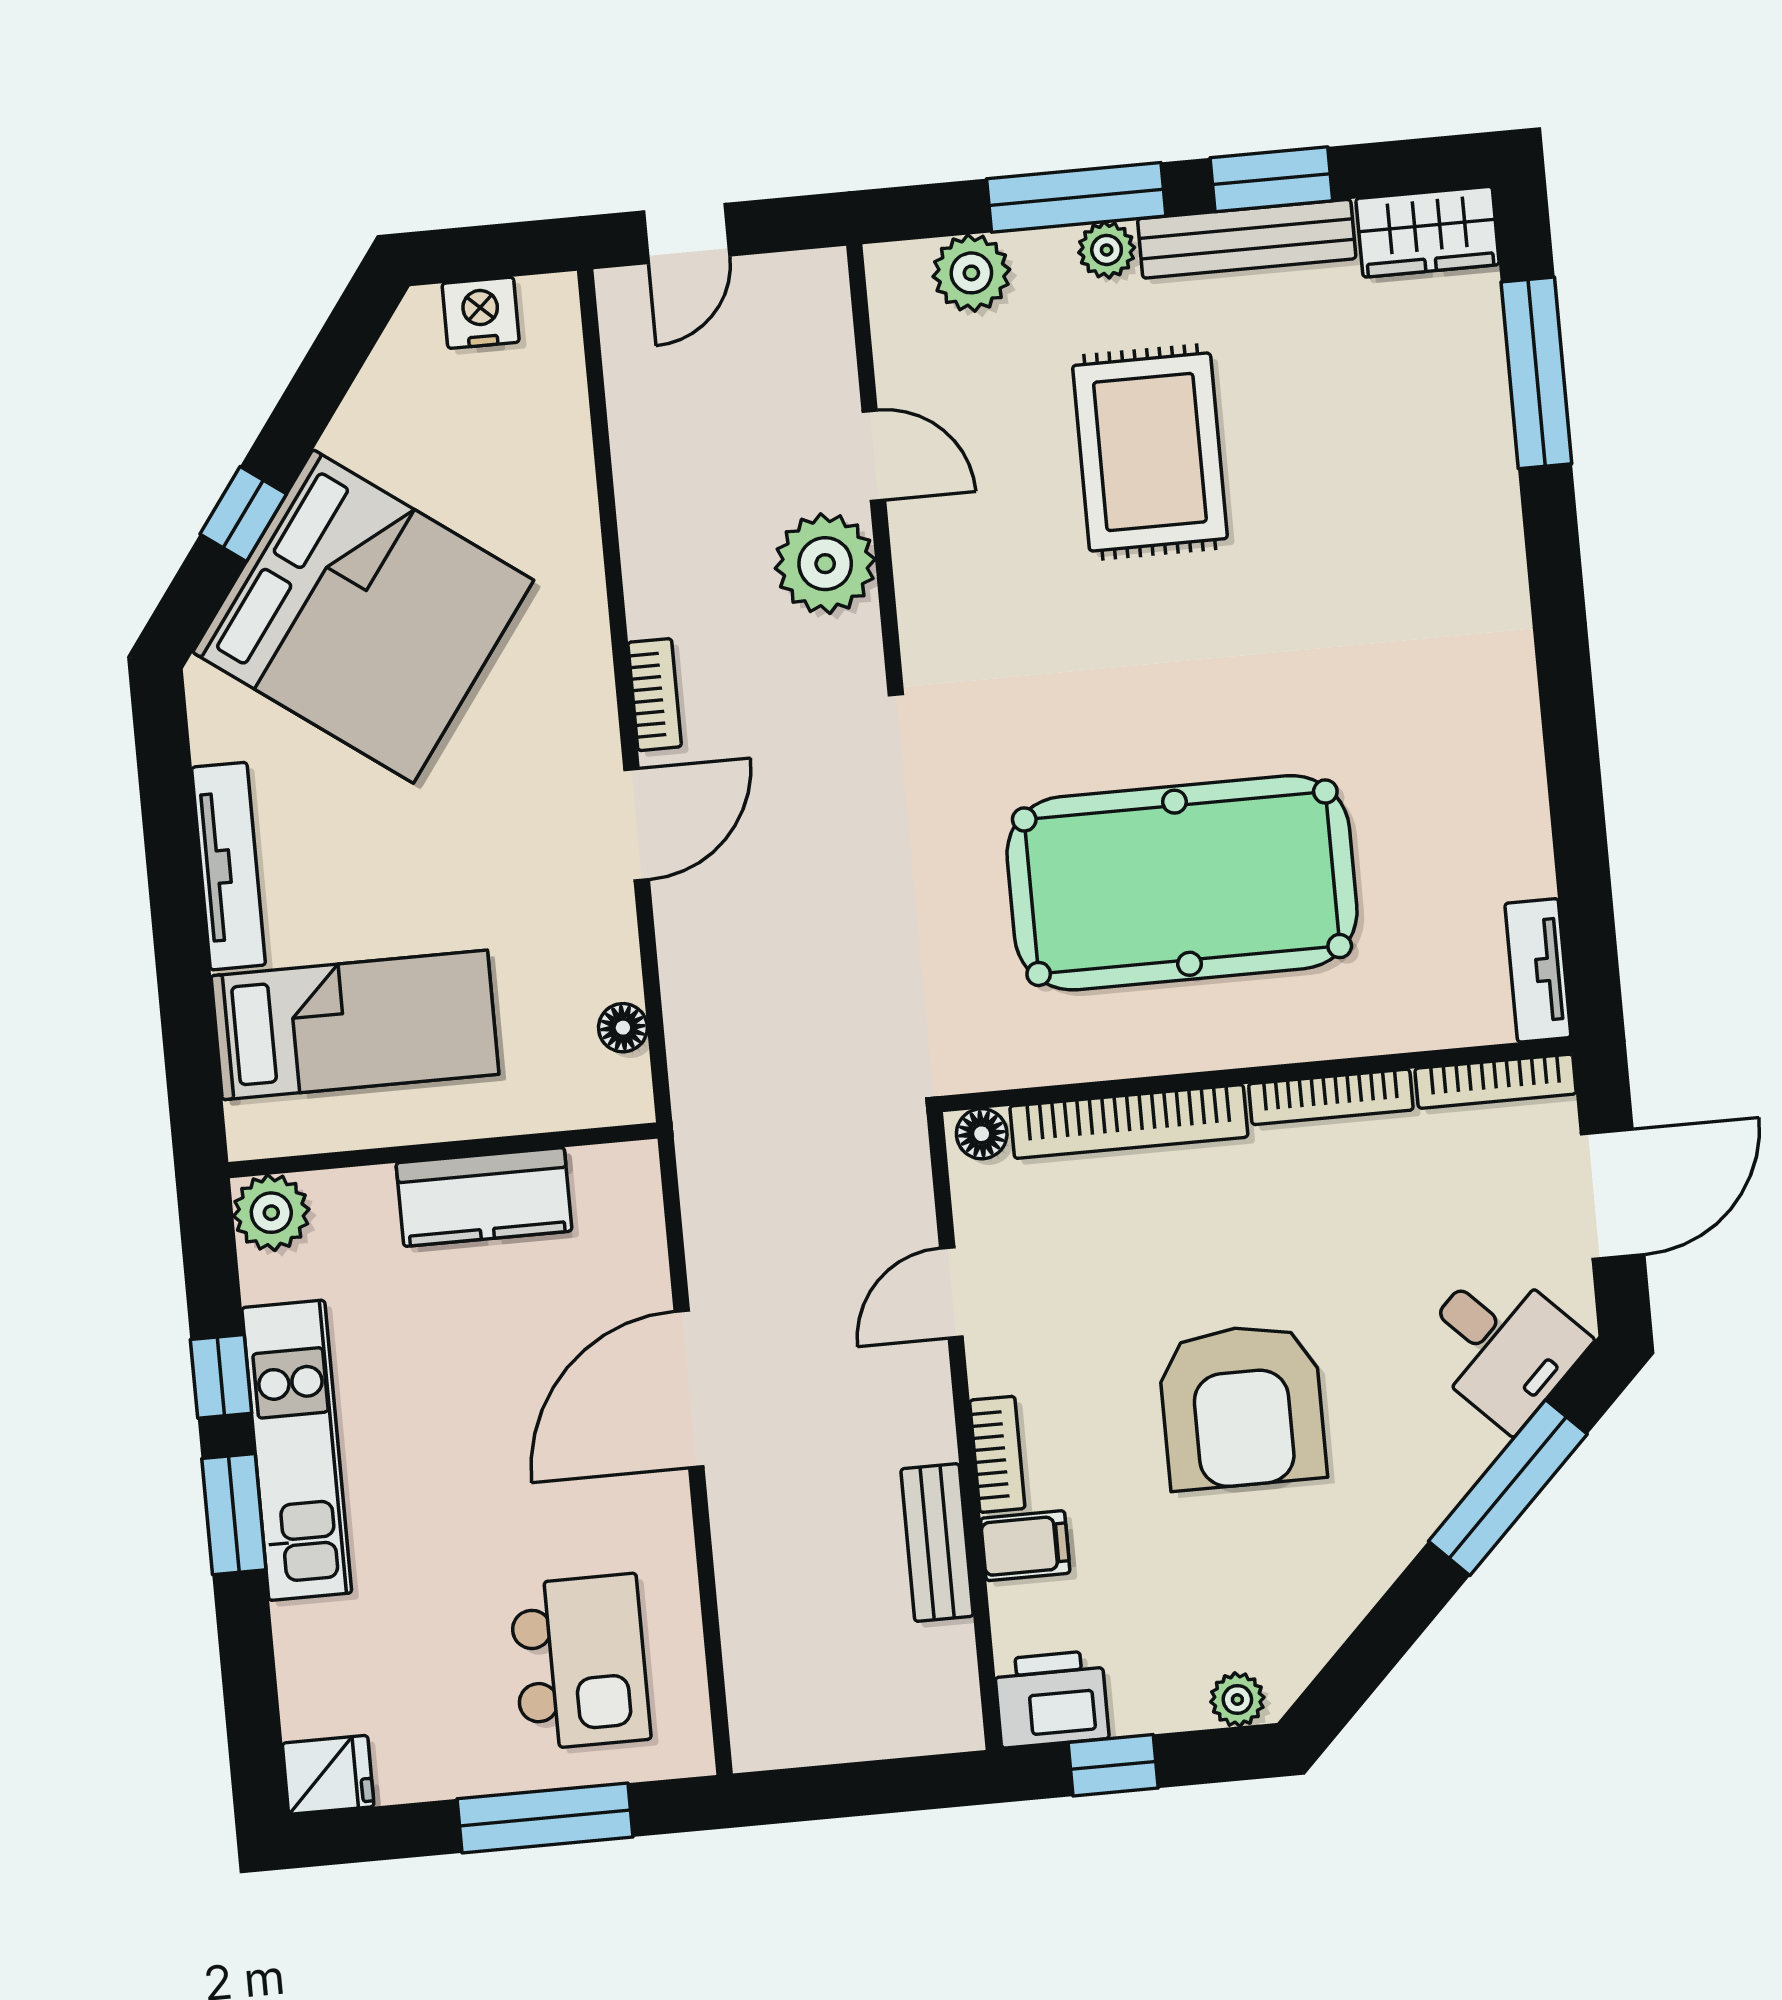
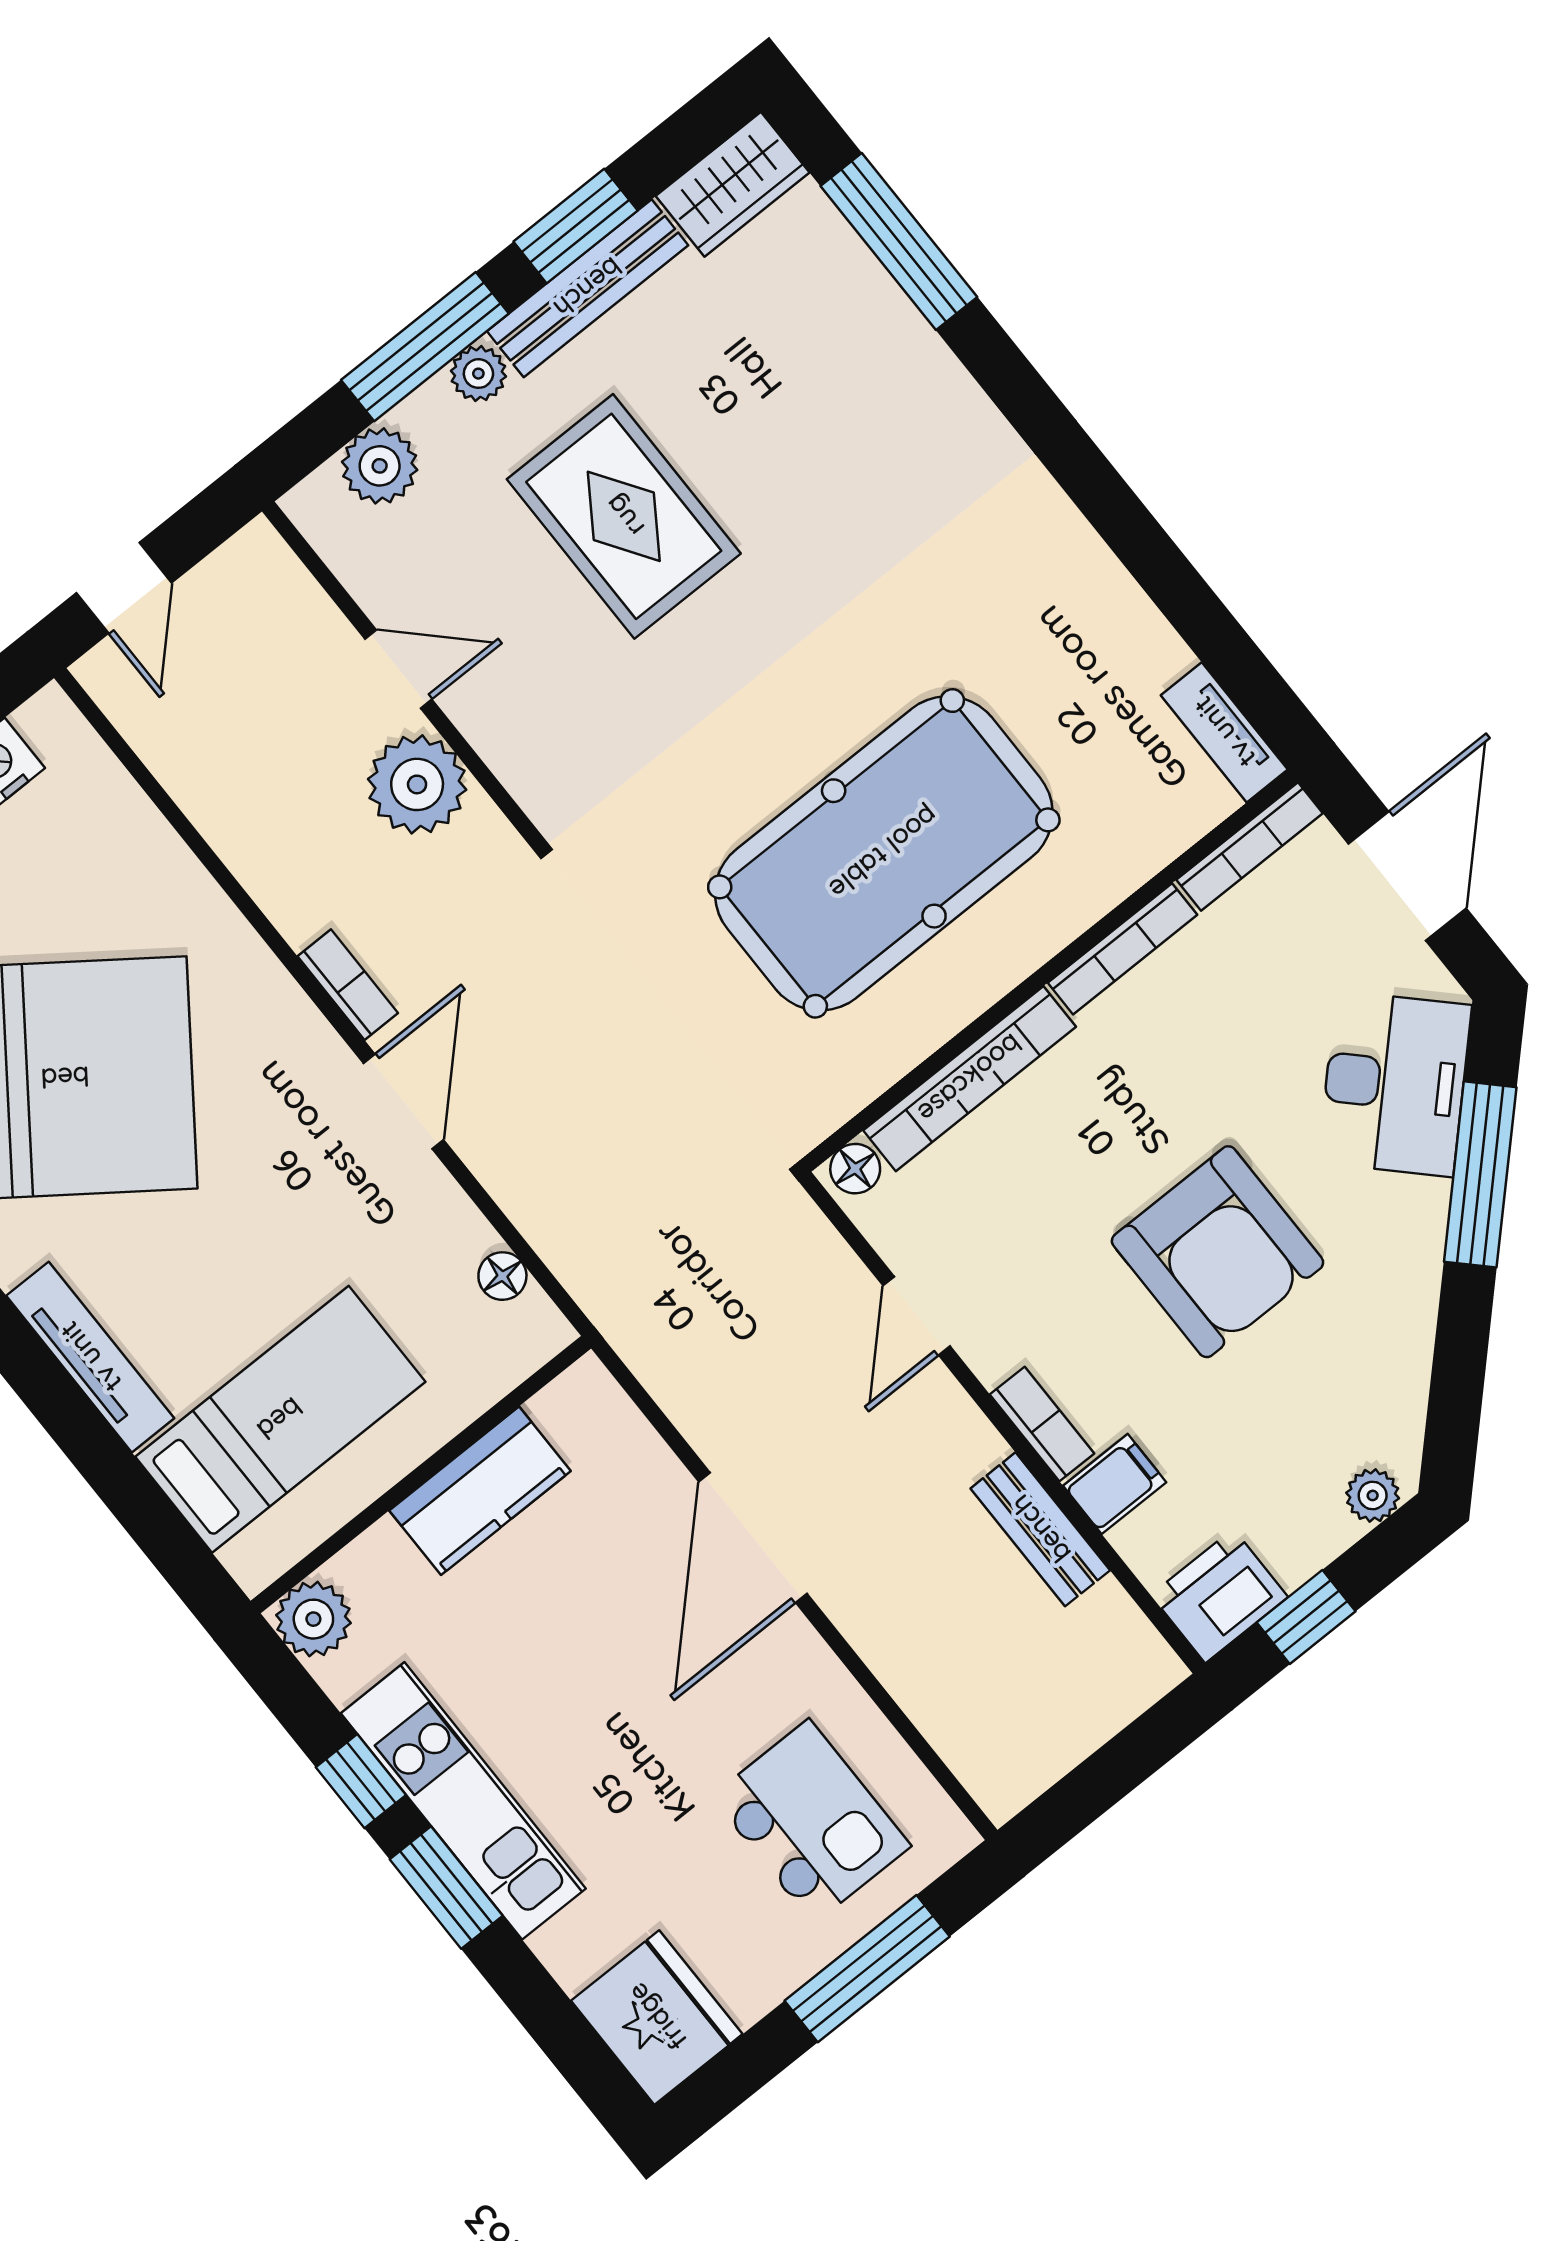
desk: (1501, 1345) -> (1395, 1084), width x1.37
fridge: (328, 1775) -> (657, 2017), width x1.88, depth x1.34

